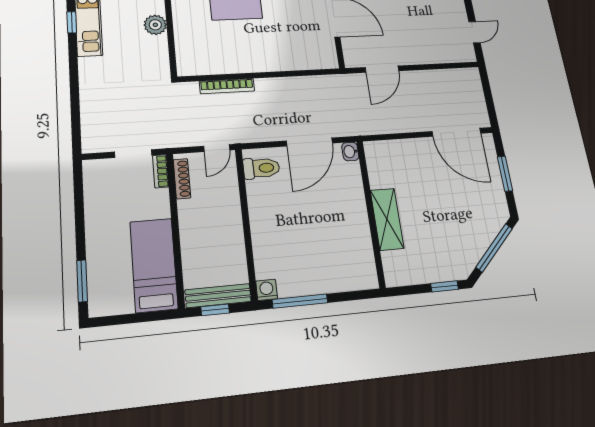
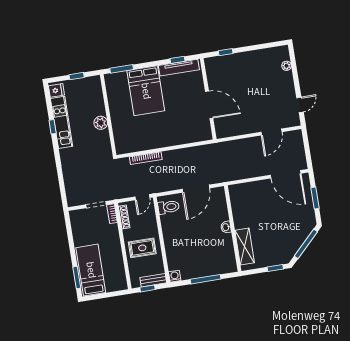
door: (382, 69) -> (271, 132), moved
washbasin: (350, 152) -> (226, 227), moved
shelving: (387, 219) -> (245, 246), moved
rug: (211, 235) -> (142, 248), added
bed: (154, 265) -> (91, 270), moved
bench: (218, 296) -> (153, 280), width x0.73
window: (300, 301) -> (206, 279), moved

